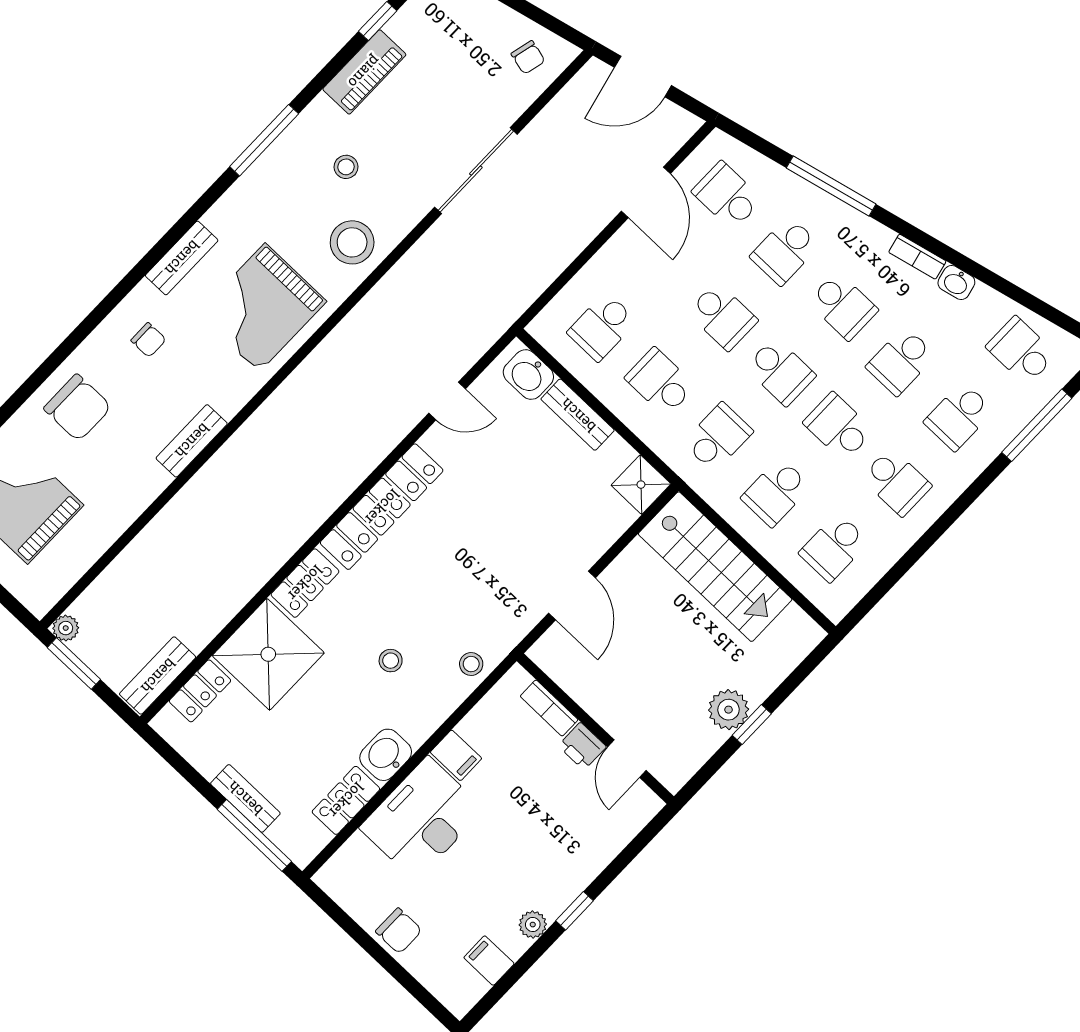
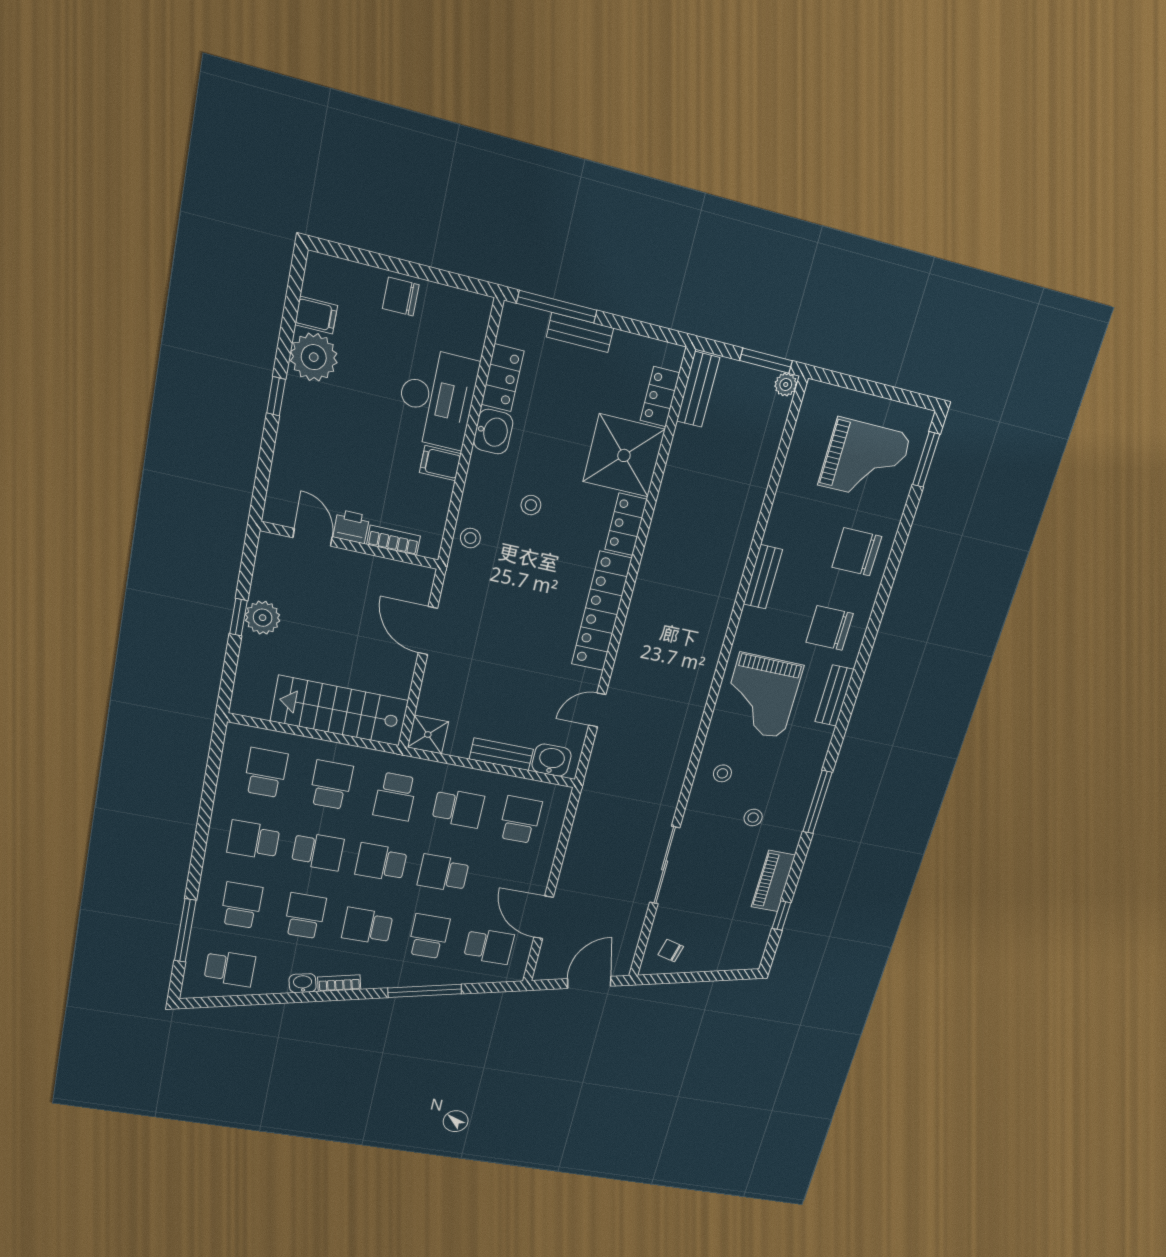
stool: (352, 242) -> (722, 773), width x0.53, depth x0.53
grand piano: (262, 308) -> (761, 696), turned 180
chair: (148, 340) -> (830, 628), width x1.87, depth x1.87
plant: (533, 925) -> (314, 357), width x1.88, depth x1.88

